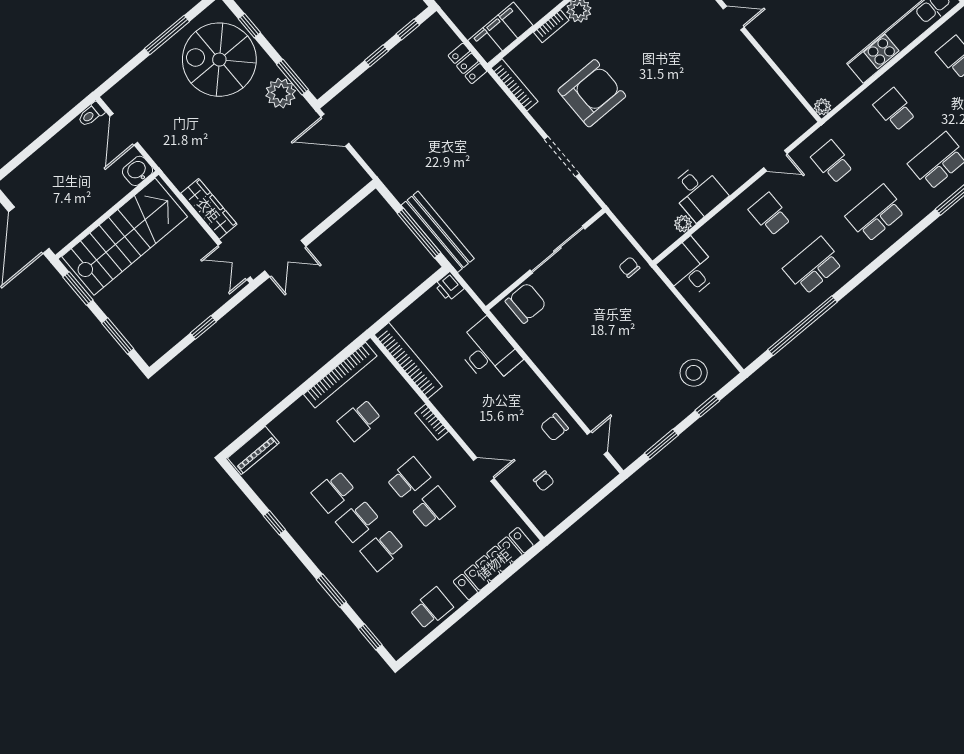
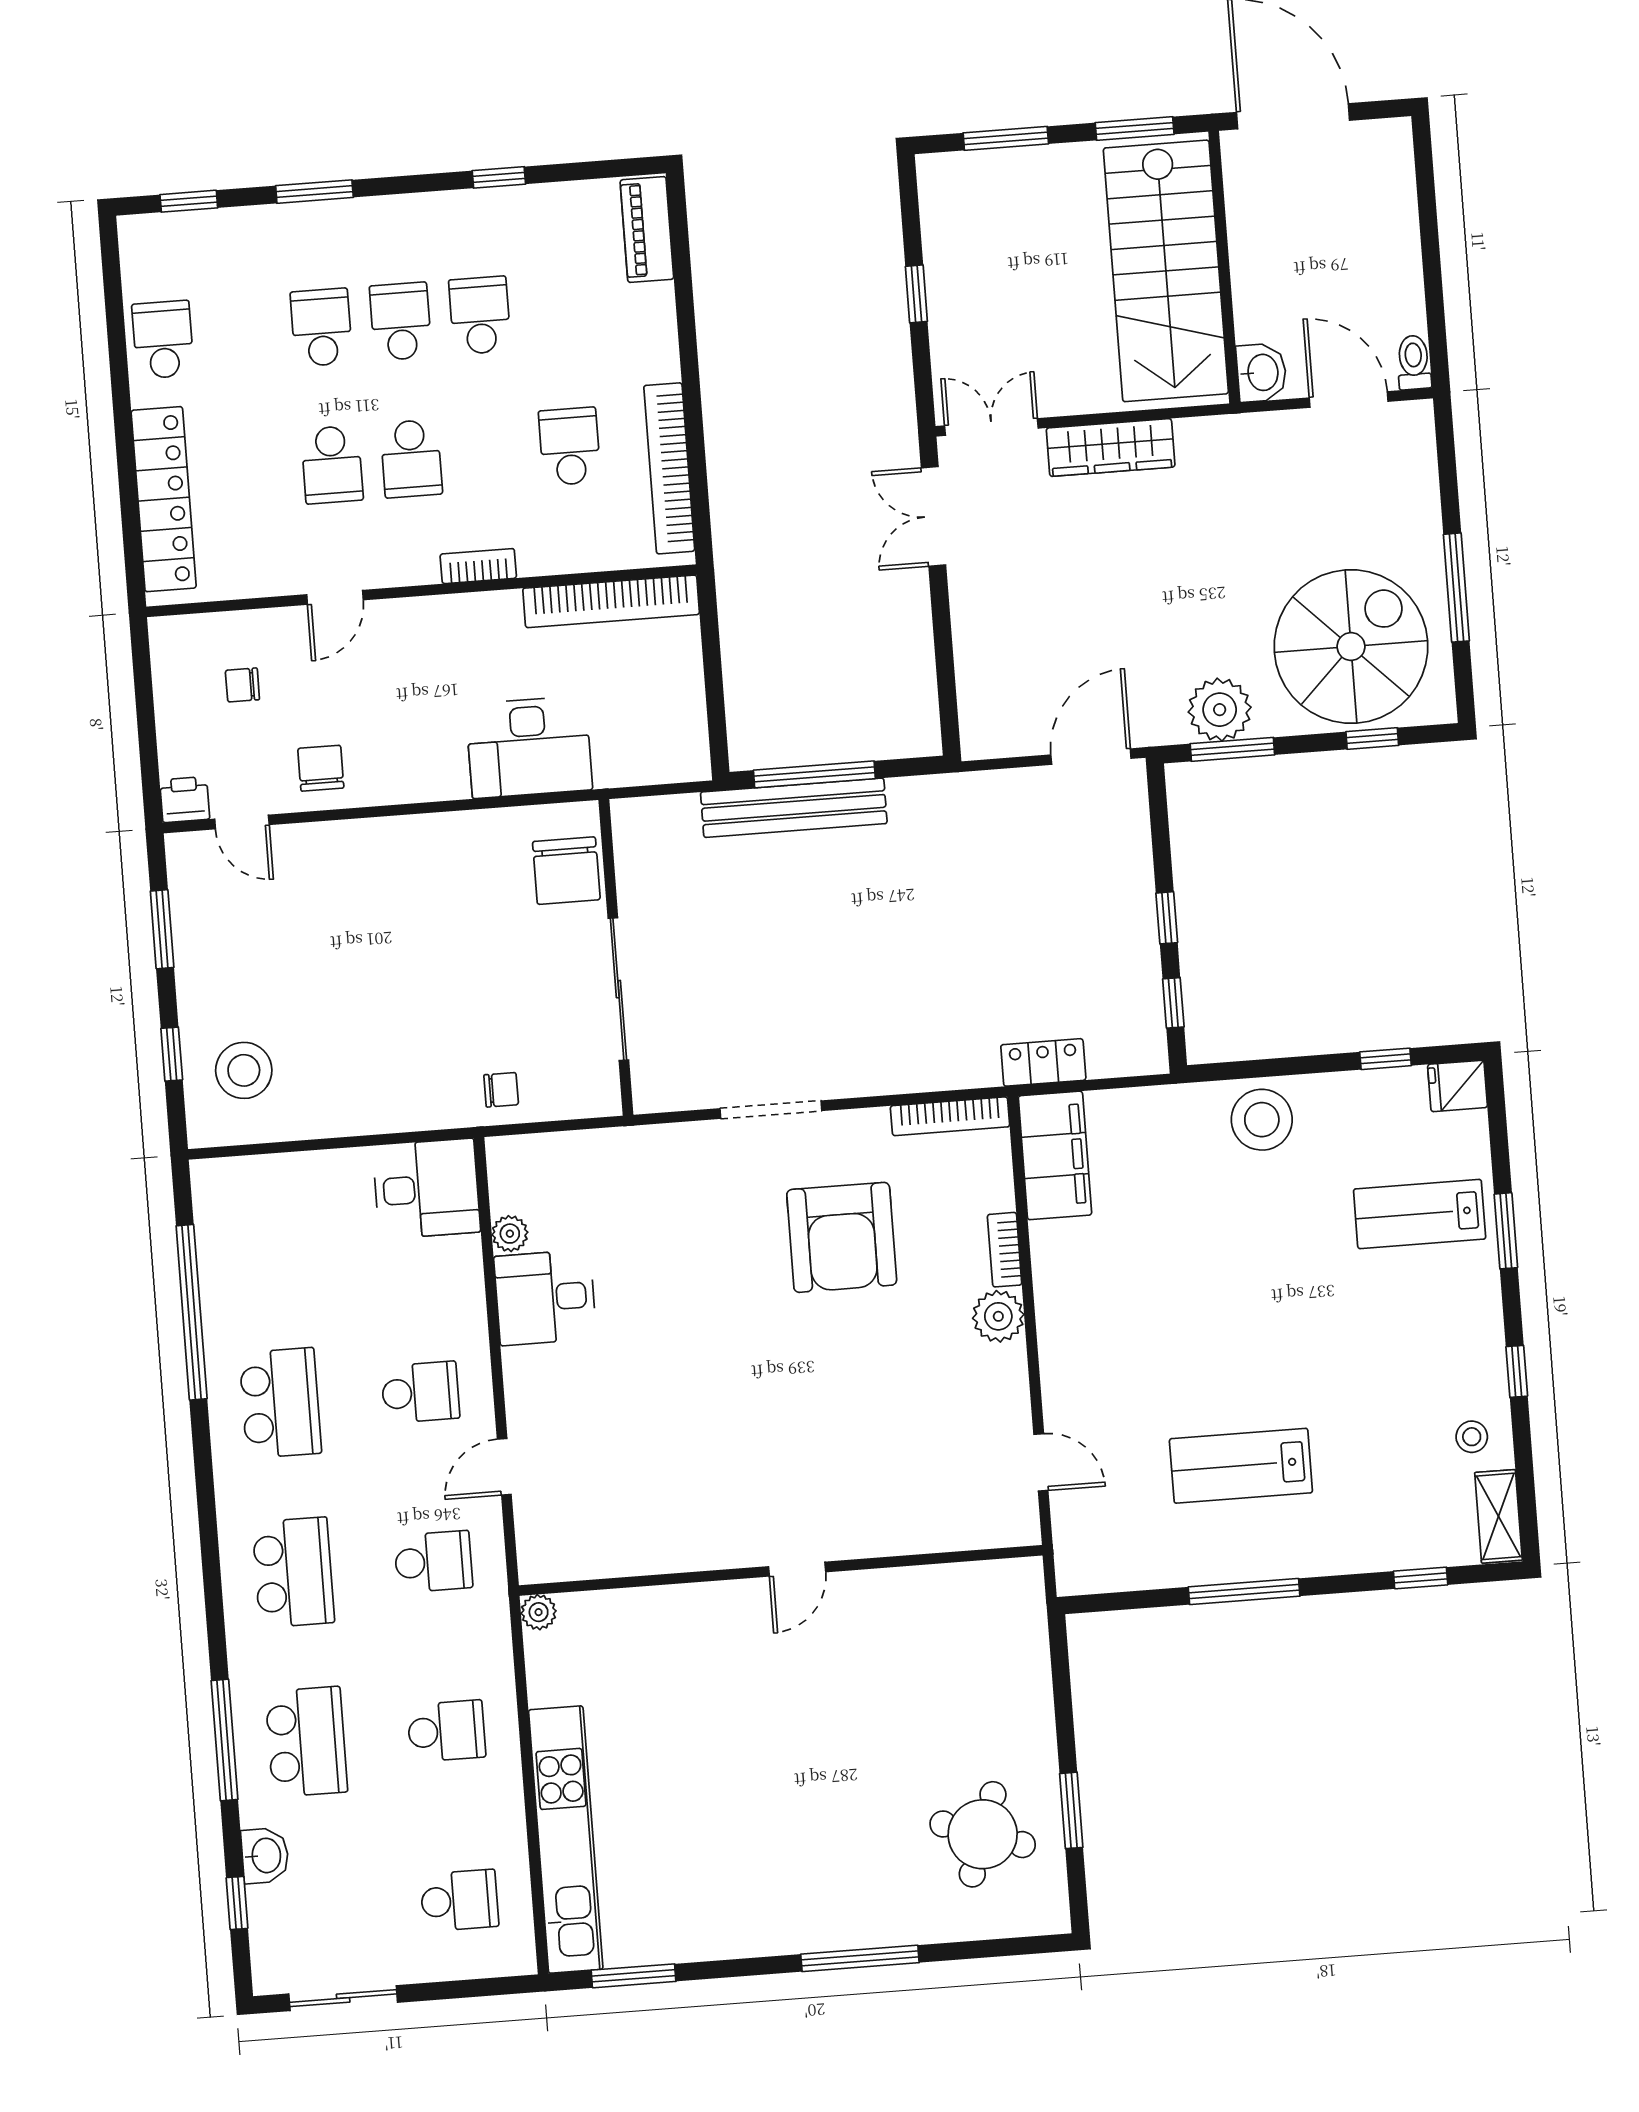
printer: (449, 286) -> (185, 799), moved
school desk: (431, 608) -> (163, 340), turned 180

